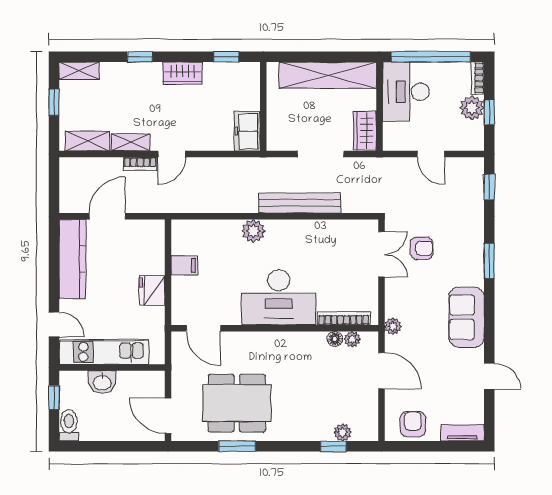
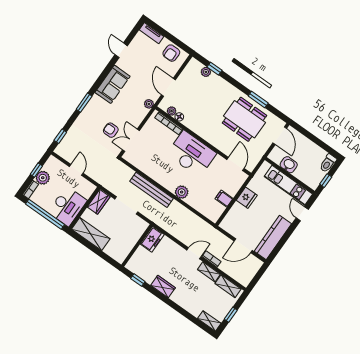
window: (140, 57) -> (177, 308), removed
shelving: (328, 75) -> (91, 234), width x0.68
washbasin: (102, 382) -> (289, 165), moved

